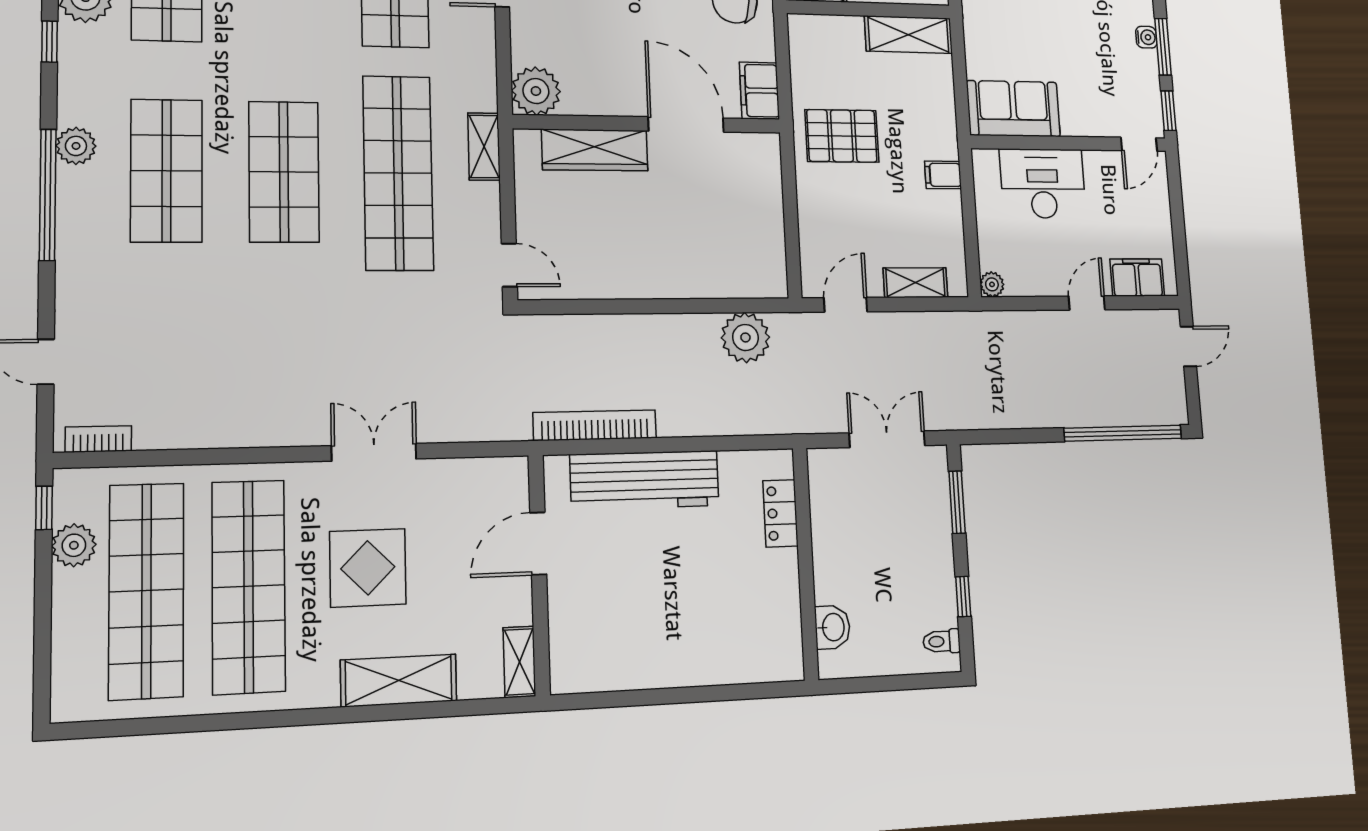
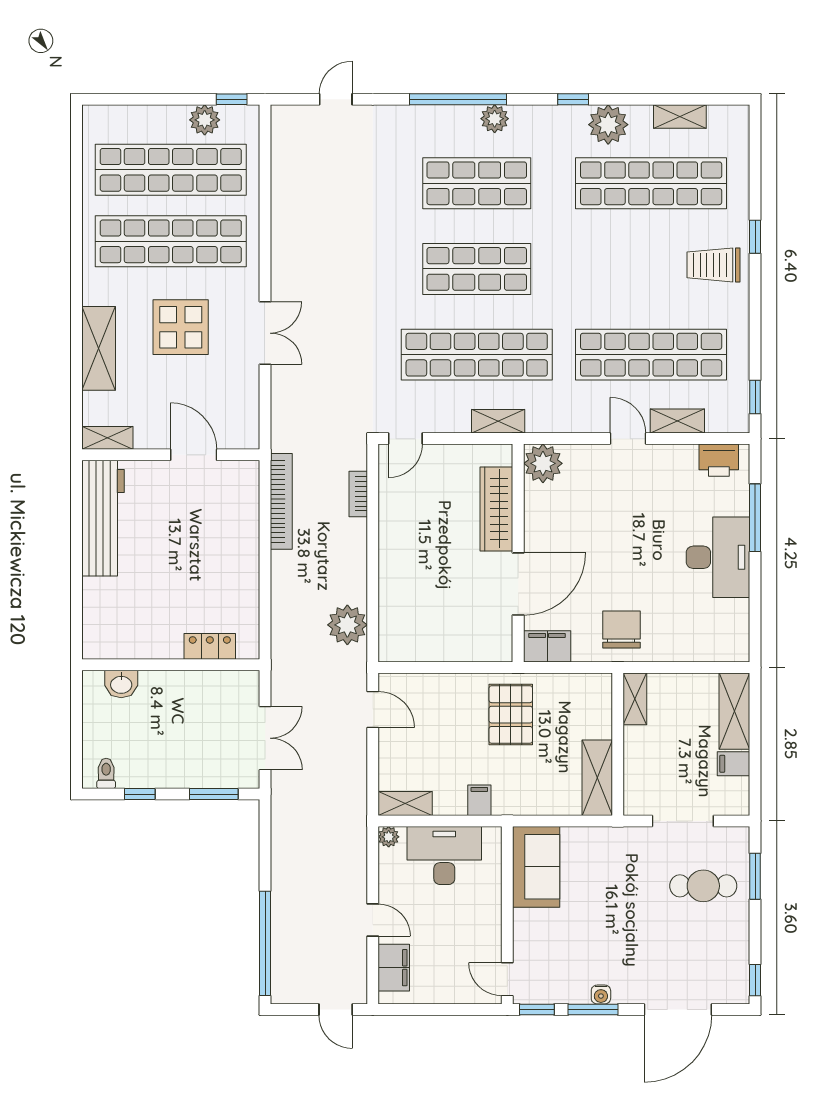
desk: (1043, 184) -> (444, 855), moved, turned -90
shelving: (915, 283) -> (405, 803), moved, turned 90
bookcase: (98, 439) -> (358, 494), moved, turned 180
workbench: (645, 480) -> (103, 518), moved, turned 180

